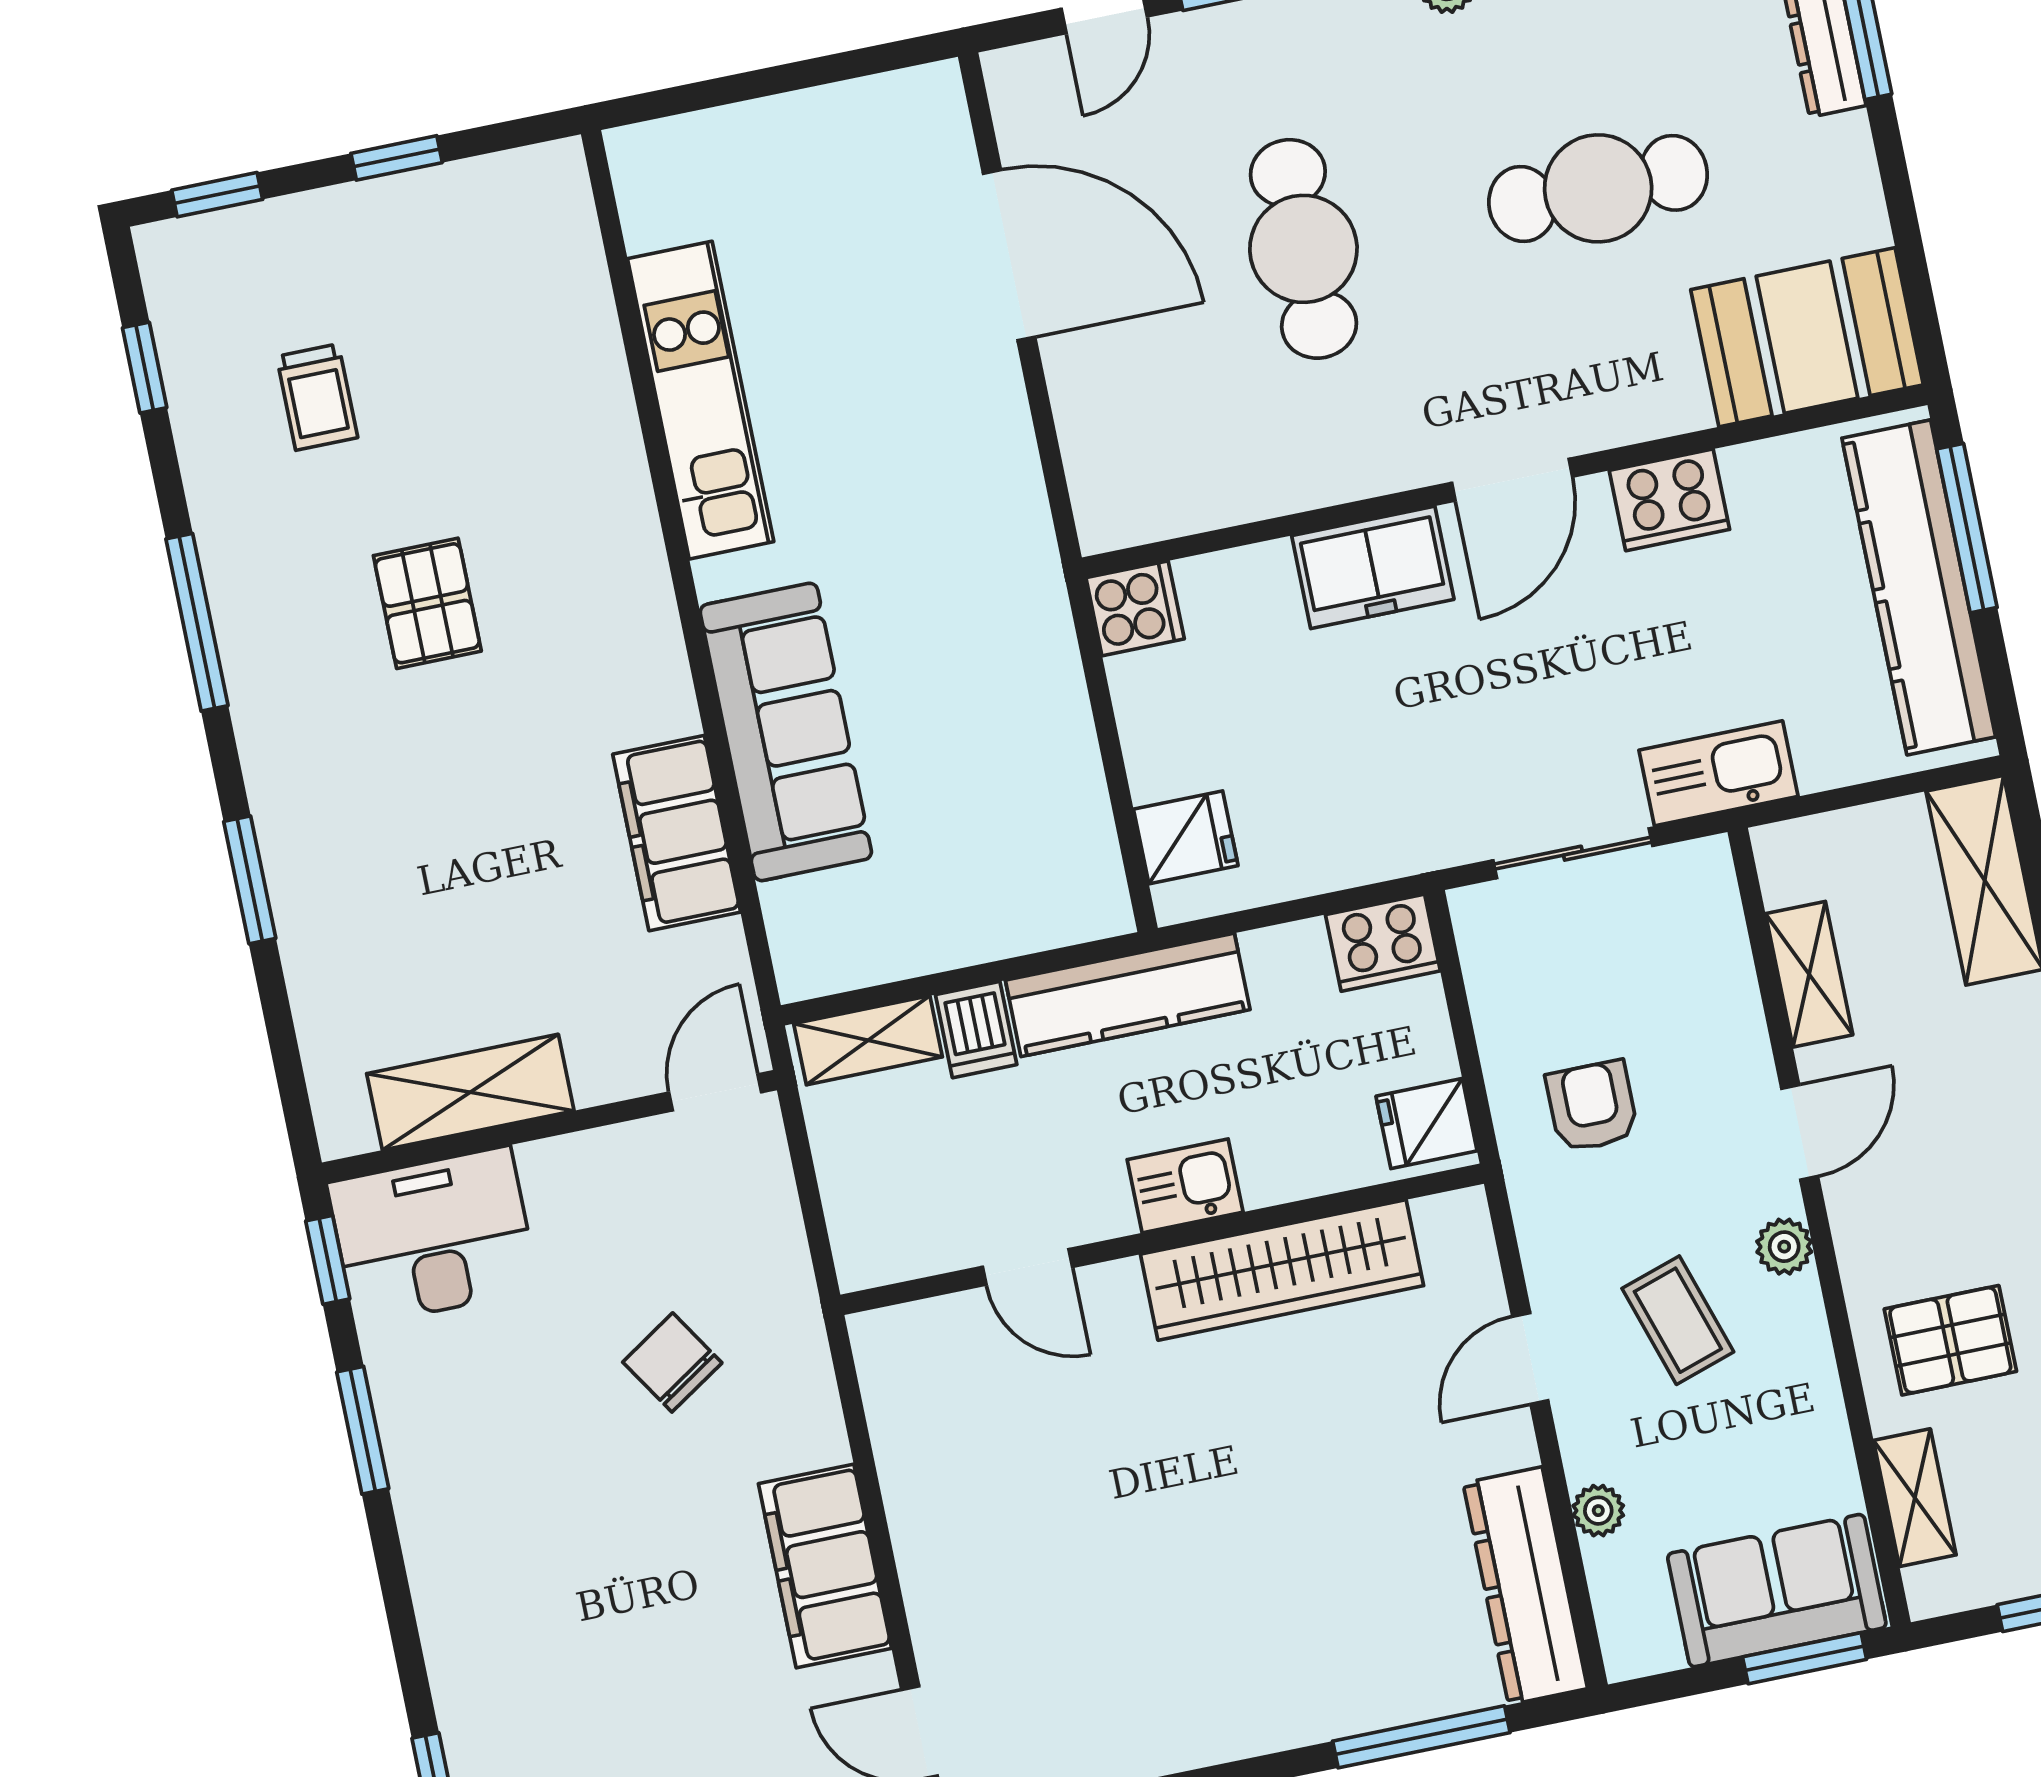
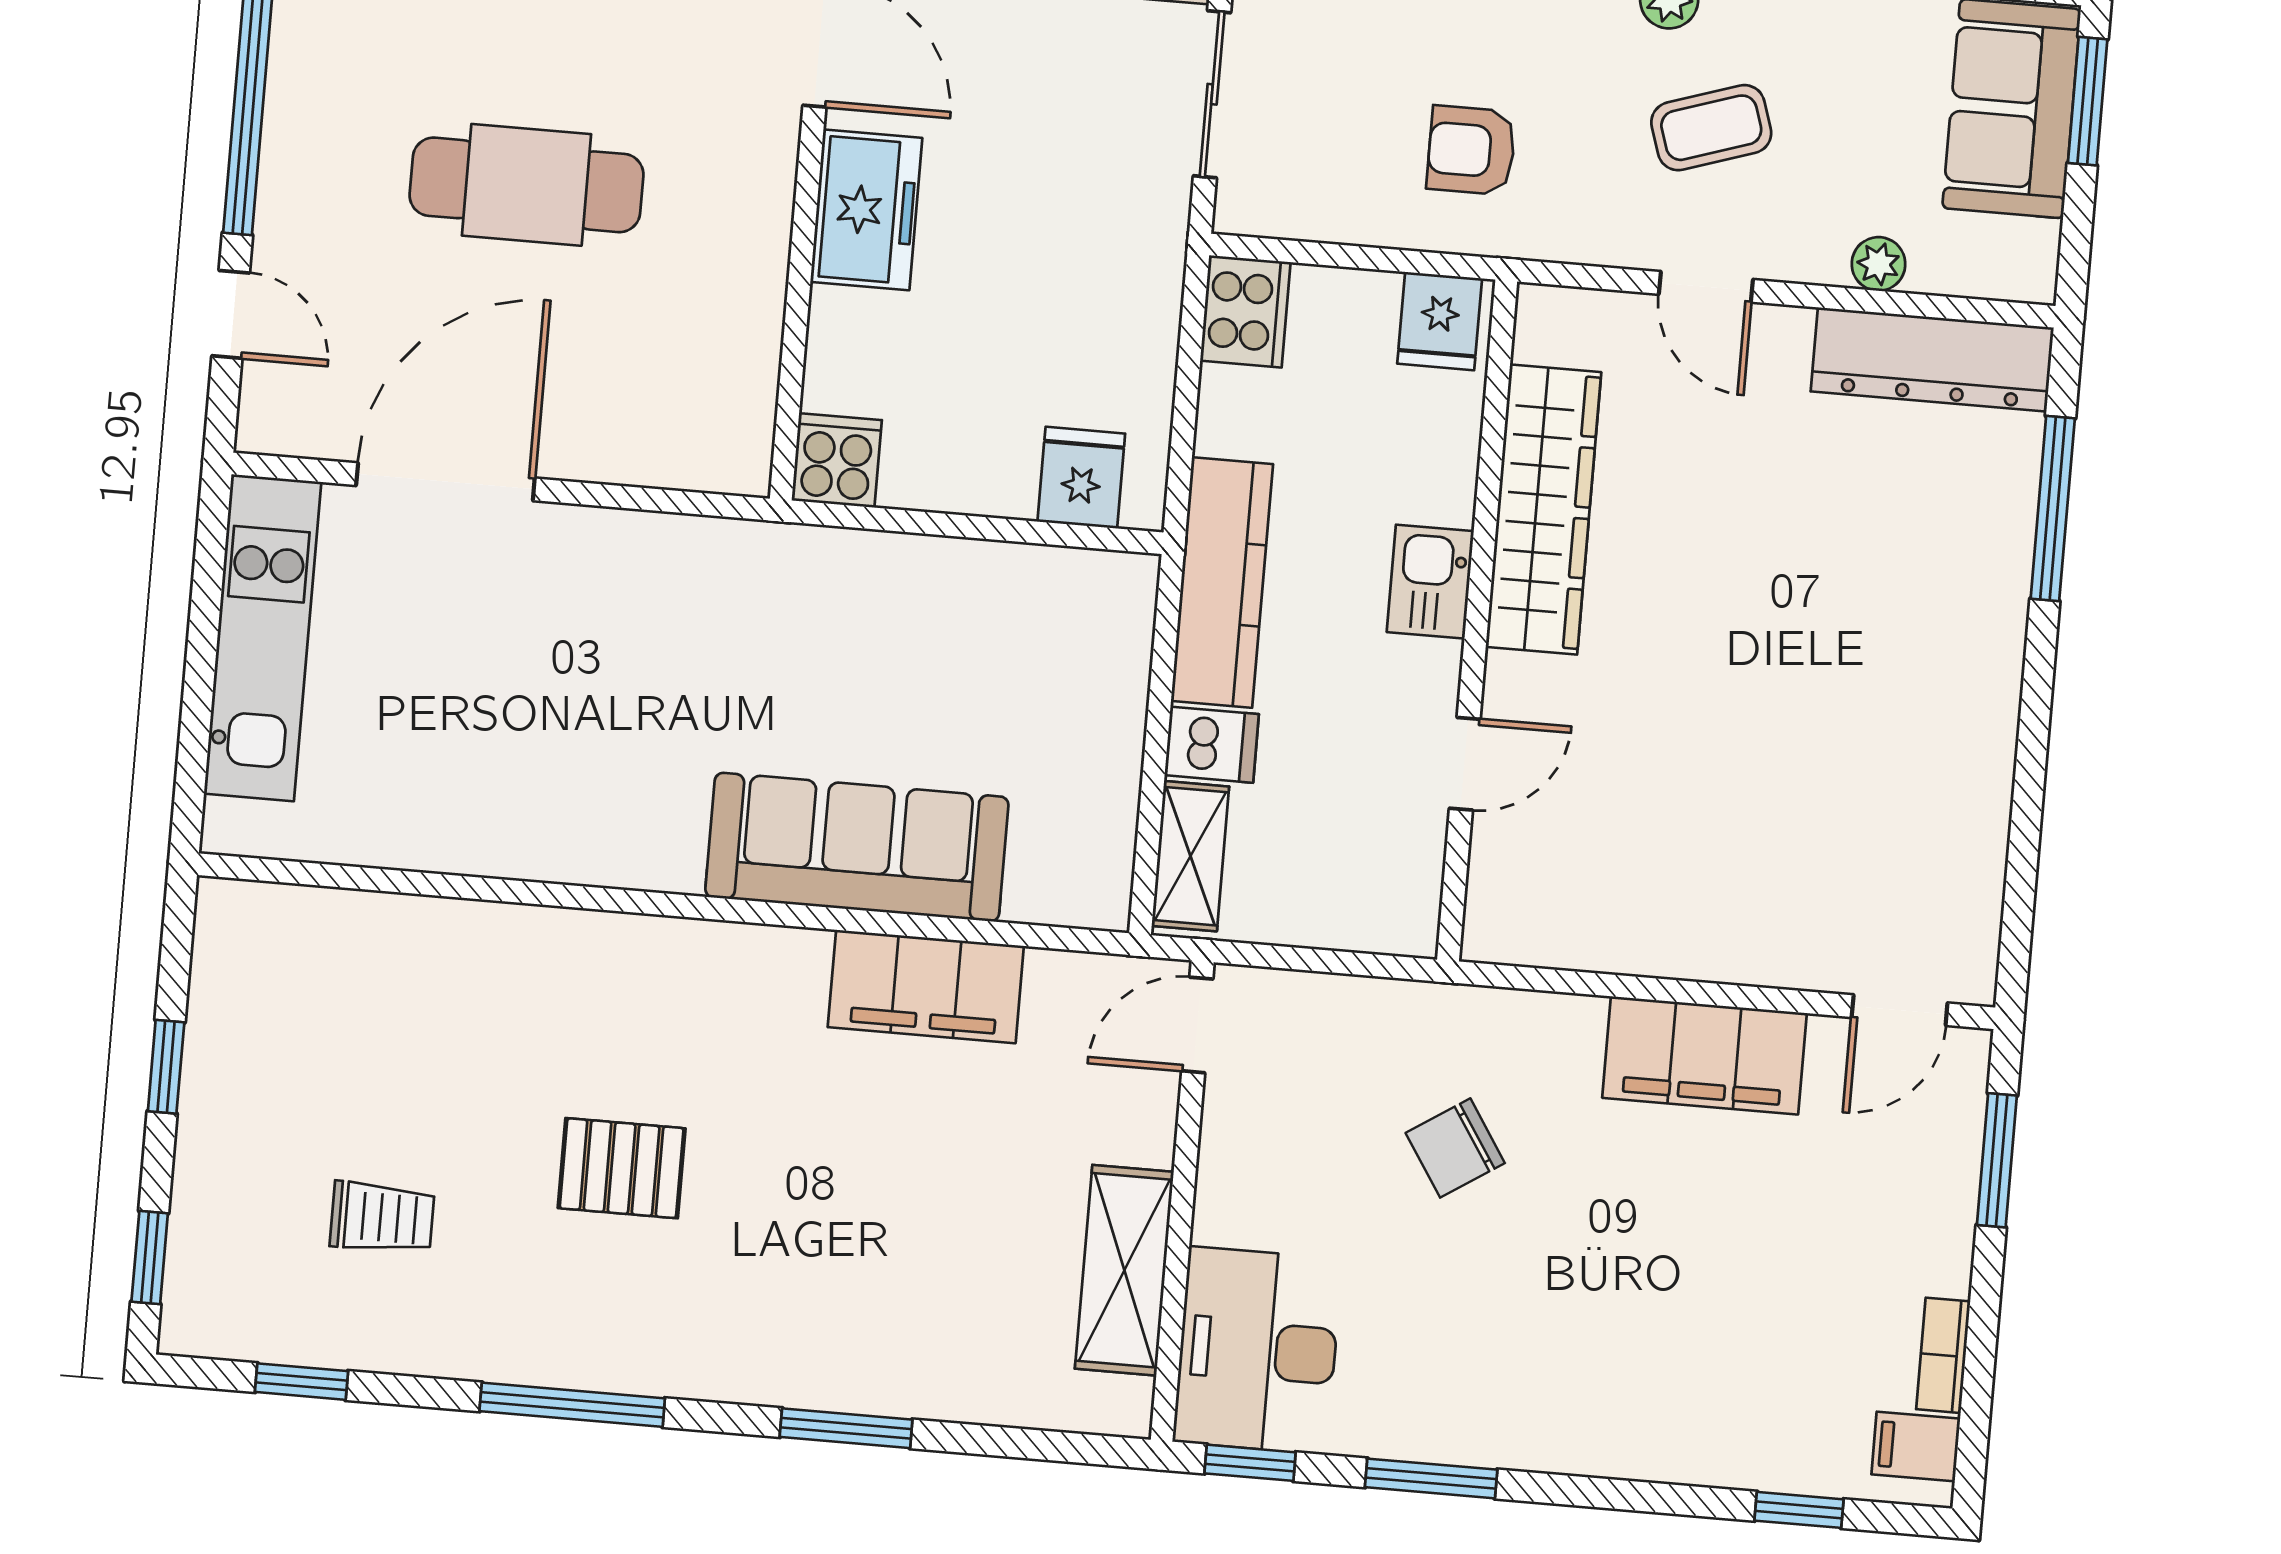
kitchen unit: (701, 400) -> (263, 638), moved, turned 90
door: (715, 1092) -> (1197, 1025), hinge flipped

